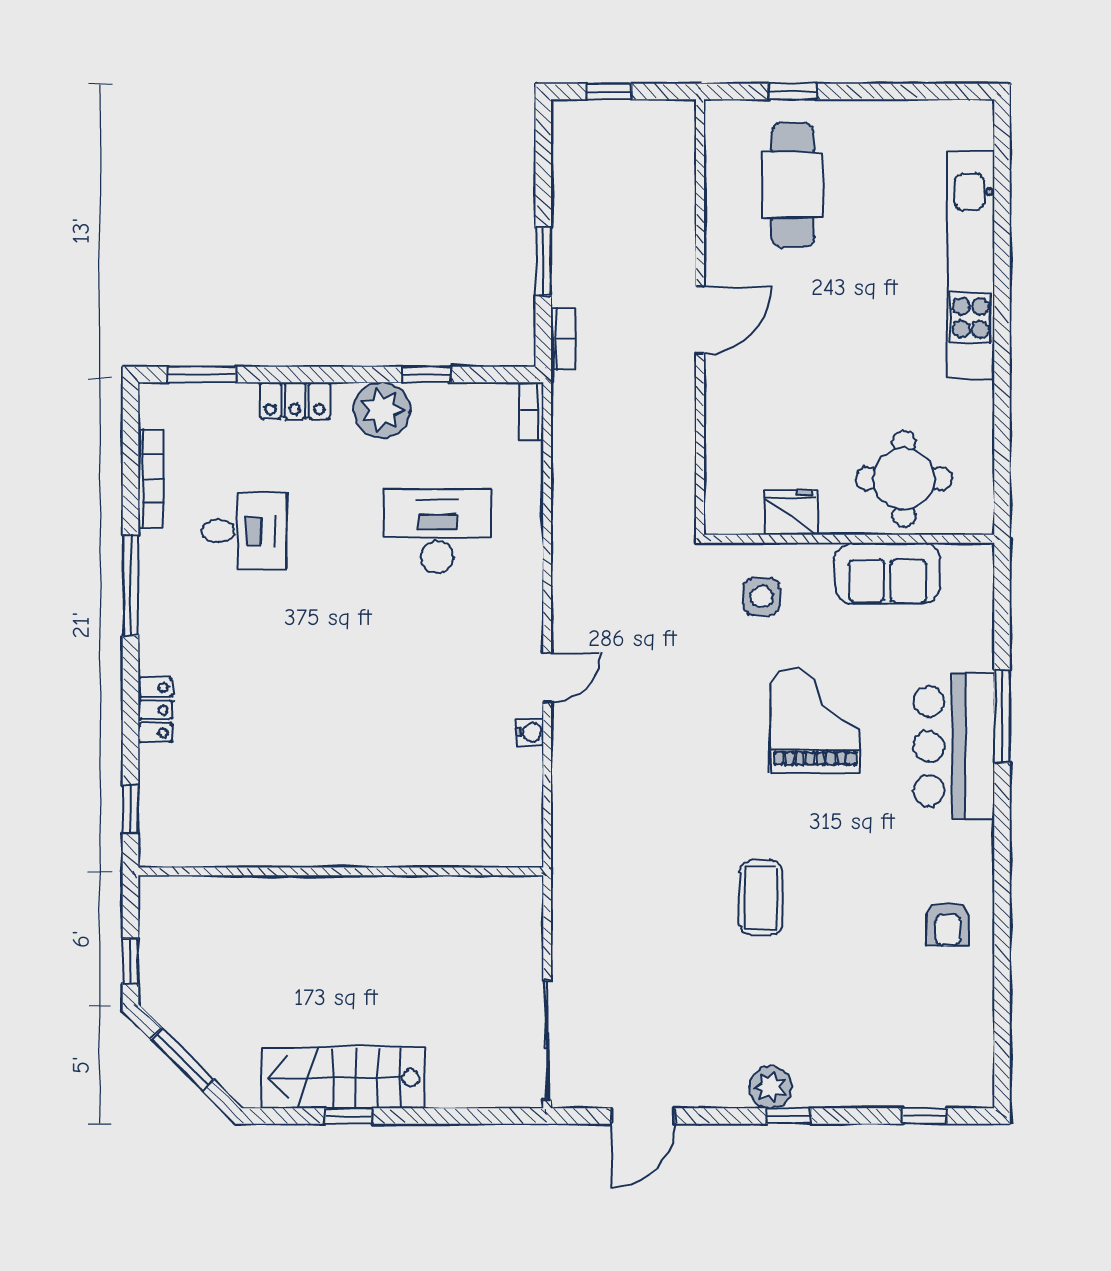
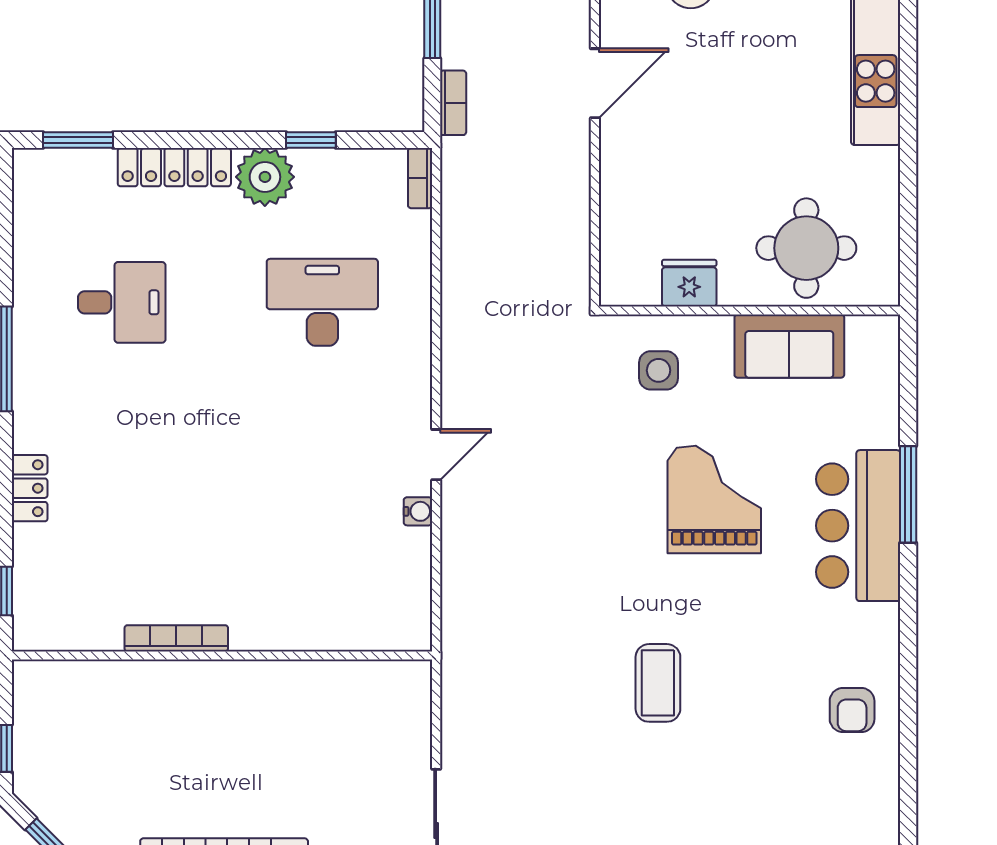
locker: (295, 401) -> (174, 167), width x1.53
bookcase: (151, 479) -> (176, 638), moved, turned -90

